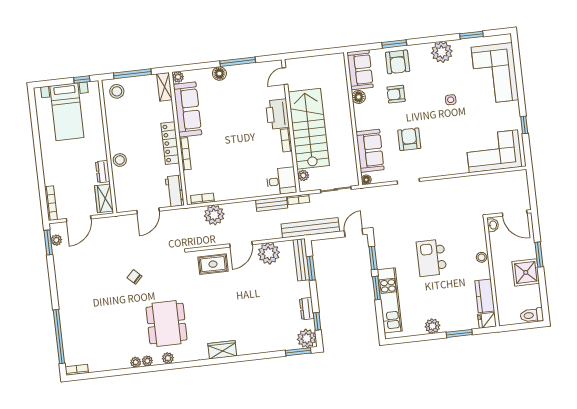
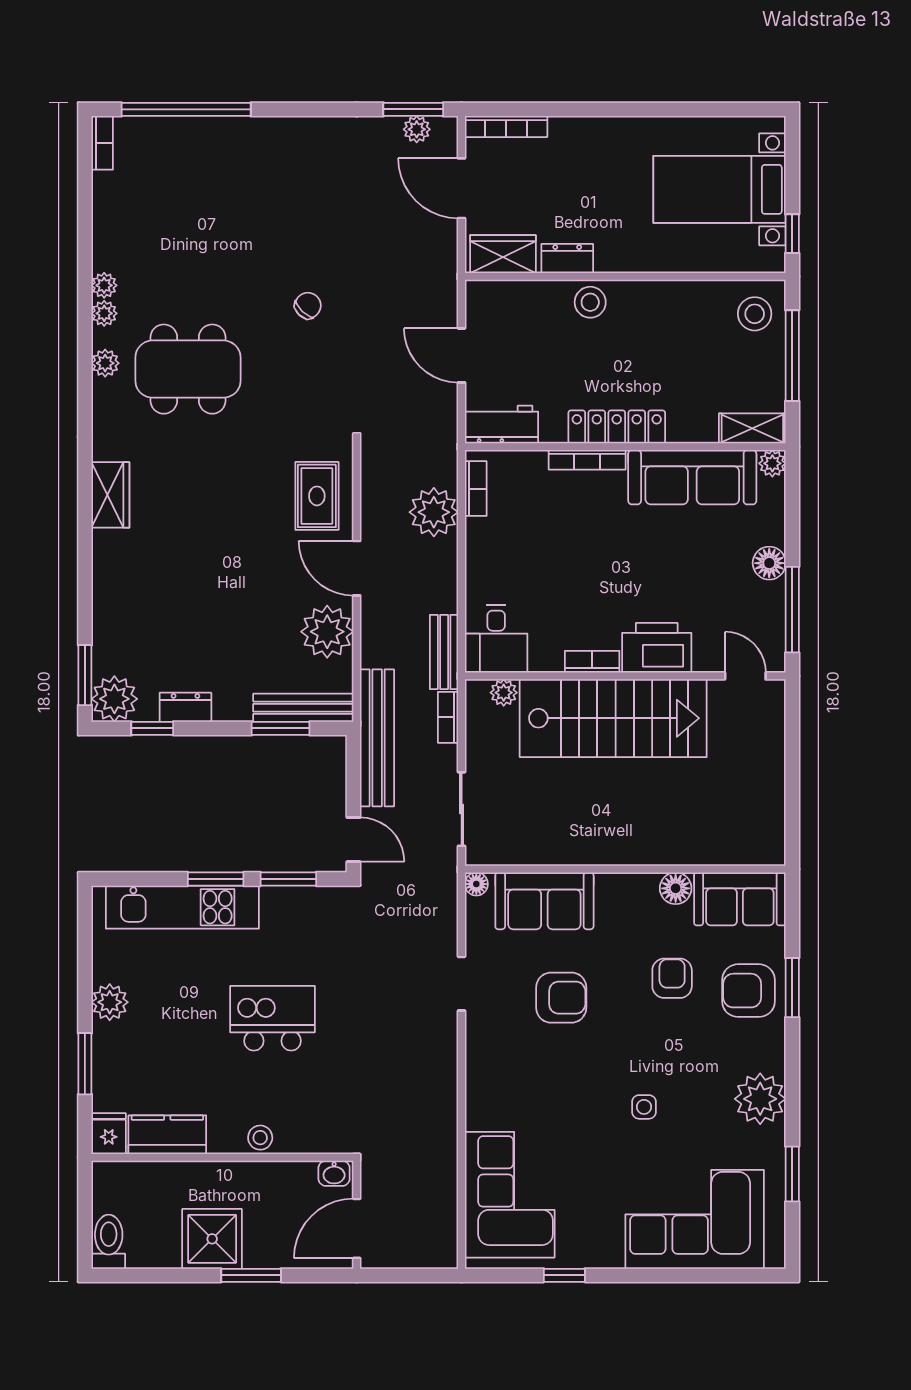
door: (285, 76) -> (745, 676), moved
printer: (277, 114) -> (657, 648), moved
wall: (291, 126) -> (625, 676), moved
stairs: (309, 129) -> (613, 718), moved
bookcase: (286, 140) -> (592, 662), moved
plant: (303, 175) -> (504, 693), moved
desk: (281, 181) -> (496, 639), moved

